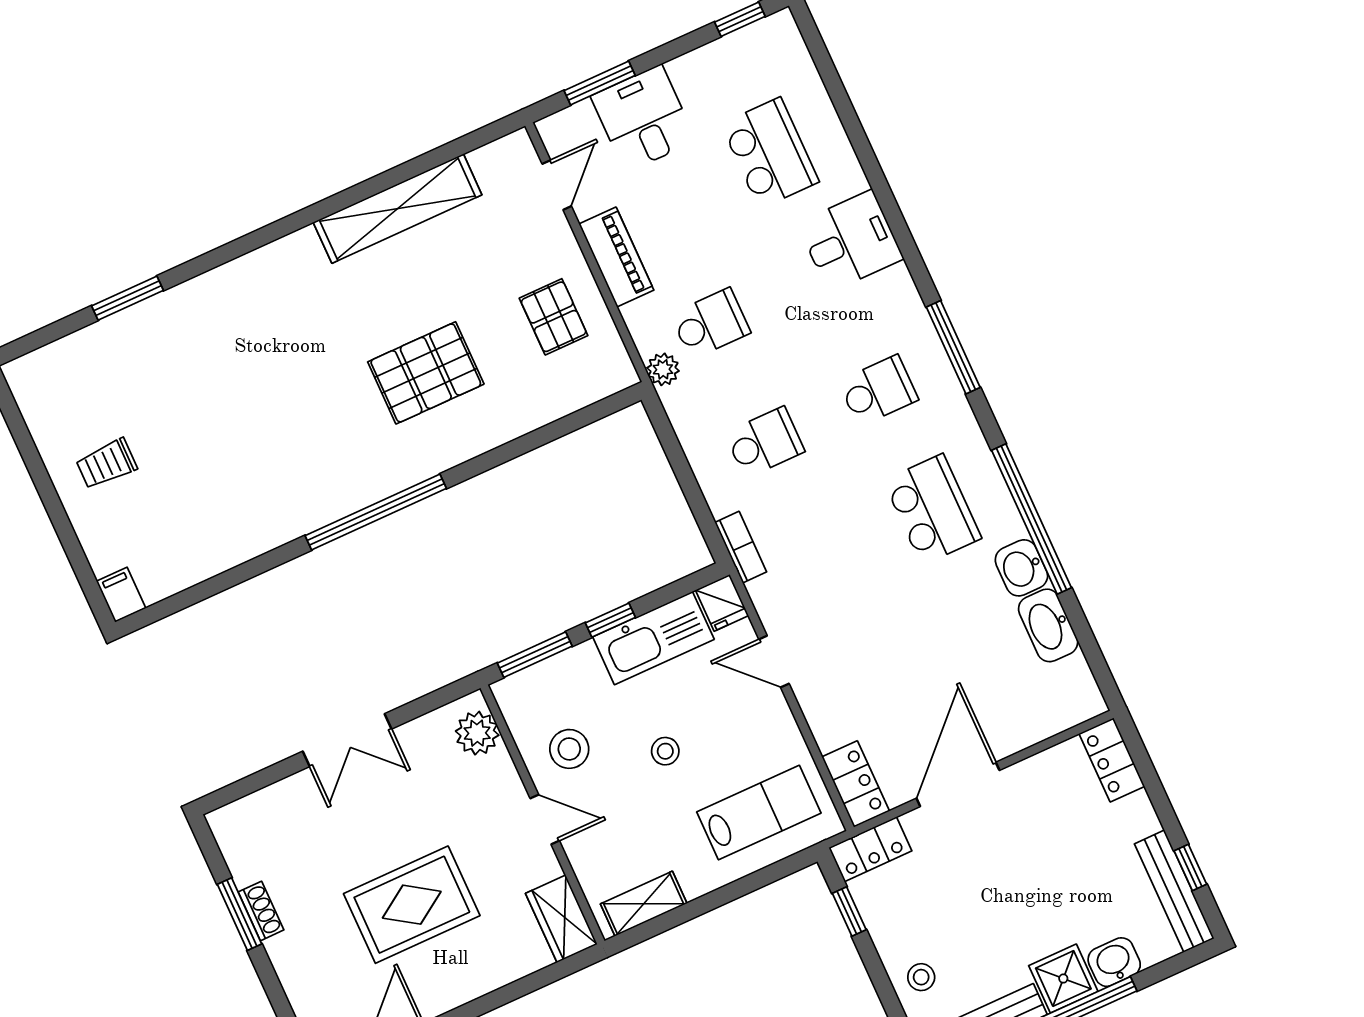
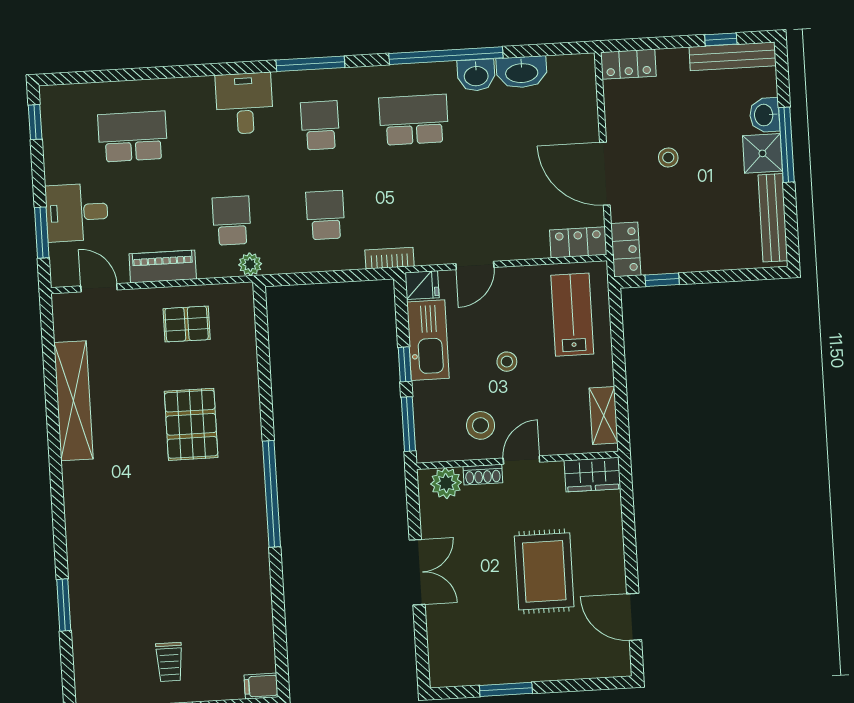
desk: (850, 241) -> (244, 103), moved
shoe rack: (261, 911) -> (483, 475), moved, turned 180
stool: (921, 977) -> (668, 157), moved

